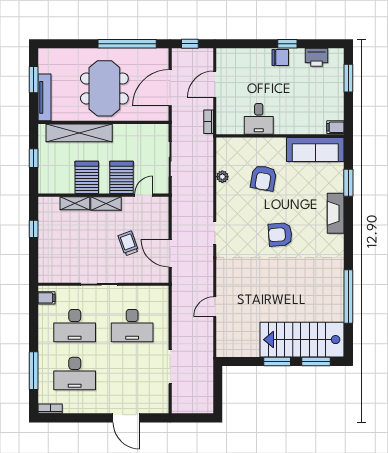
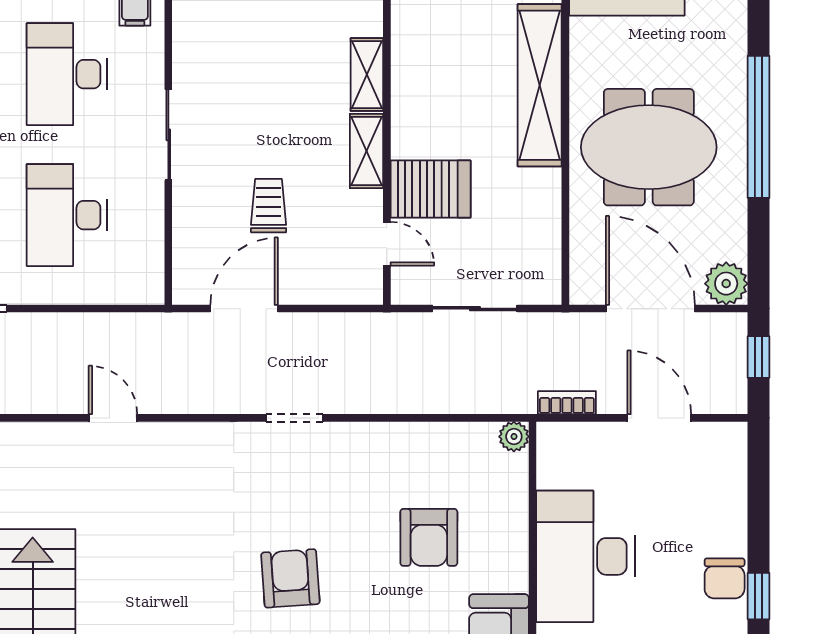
window: (127, 44) -> (758, 127), moved
plant: (160, 57) -> (726, 284), added
desk: (259, 119) -> (585, 556), width x1.87, depth x1.30
server rack: (87, 177) -> (430, 104), removed
plant: (222, 177) -> (514, 437), moved
armchair: (263, 178) -> (429, 537), turned -100
trolley: (128, 243) -> (269, 206), turned -70

